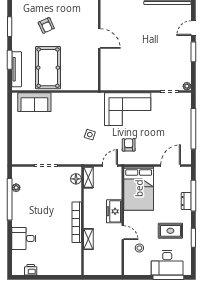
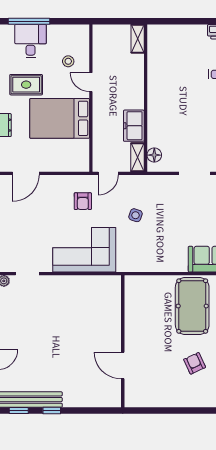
door: (99, 38) -> (123, 365), moved
bed: (139, 188) -> (60, 118), moved, turned -90
freezer: (114, 211) -> (134, 126), moved, turned 180
bookcase: (77, 222) -> (153, 96), removed
shelving: (88, 239) -> (138, 39), moved
desk: (167, 263) -> (31, 41), width x0.73

